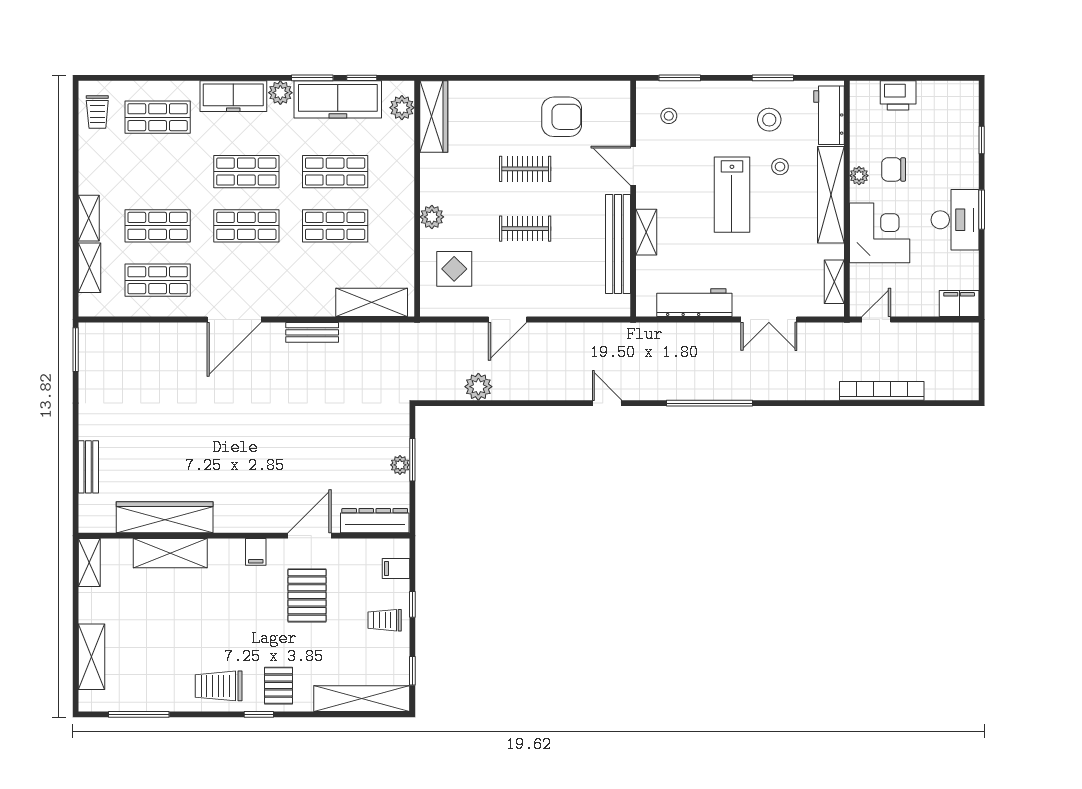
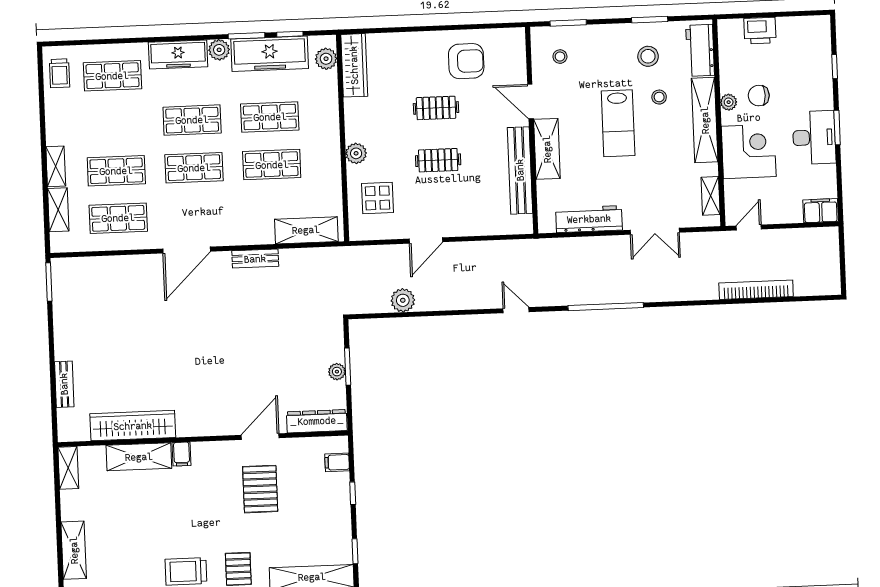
shelving: (646, 232) -> (547, 149), width x1.50, depth x1.33
filing cabinet: (256, 552) -> (182, 454), moved
trolley: (385, 620) -> (329, 508), removed

